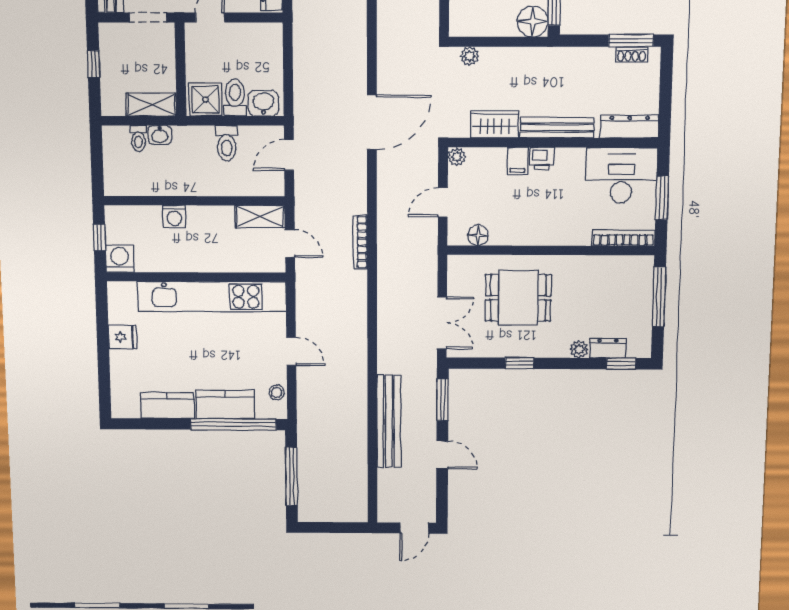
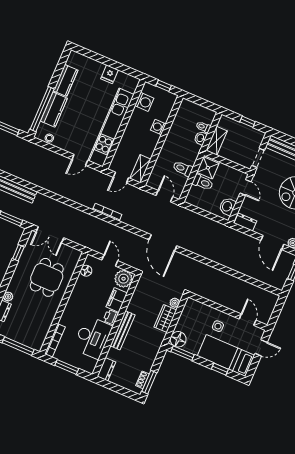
washbasin: (263, 103) -> (227, 206), moved, turned 180
wardrobe: (494, 124) -> (165, 319), moved, turned 180
dresser: (629, 127) -> (106, 369), width x0.70
plant: (457, 157) -> (124, 279), width x1.88, depth x1.88
filing cabinet: (518, 161) -> (117, 300), width x2.00
desk: (621, 175) -> (92, 337), moved
washing machine: (120, 259) -> (144, 102), moved
door: (291, 351) -> (80, 160), moved
window: (519, 363) -> (18, 253), moved

